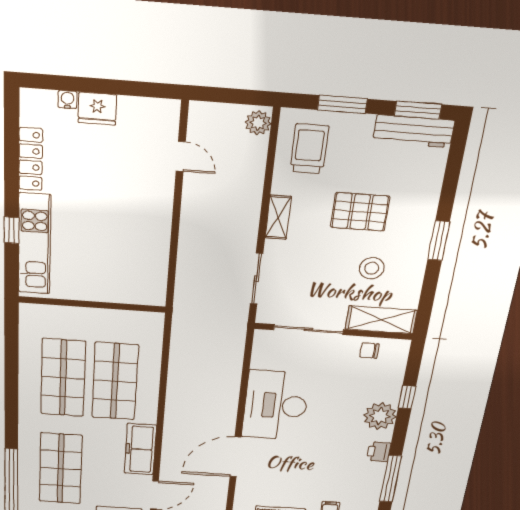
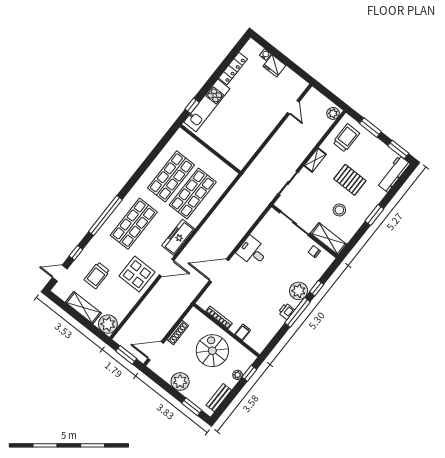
workbench: (414, 131) -> (393, 174), moved, turned 90
window: (12, 230) -> (192, 106), moved
desk: (275, 405) -> (252, 251), width x0.53, depth x0.77
window: (390, 479) -> (297, 312), moved

